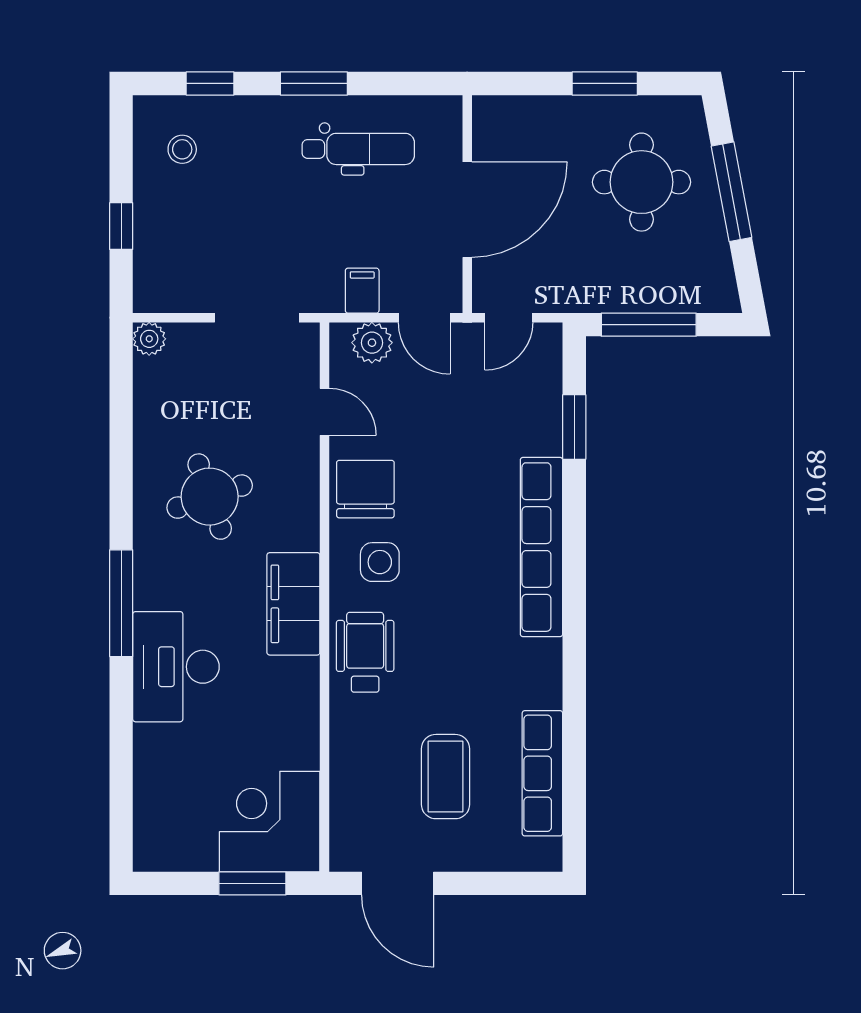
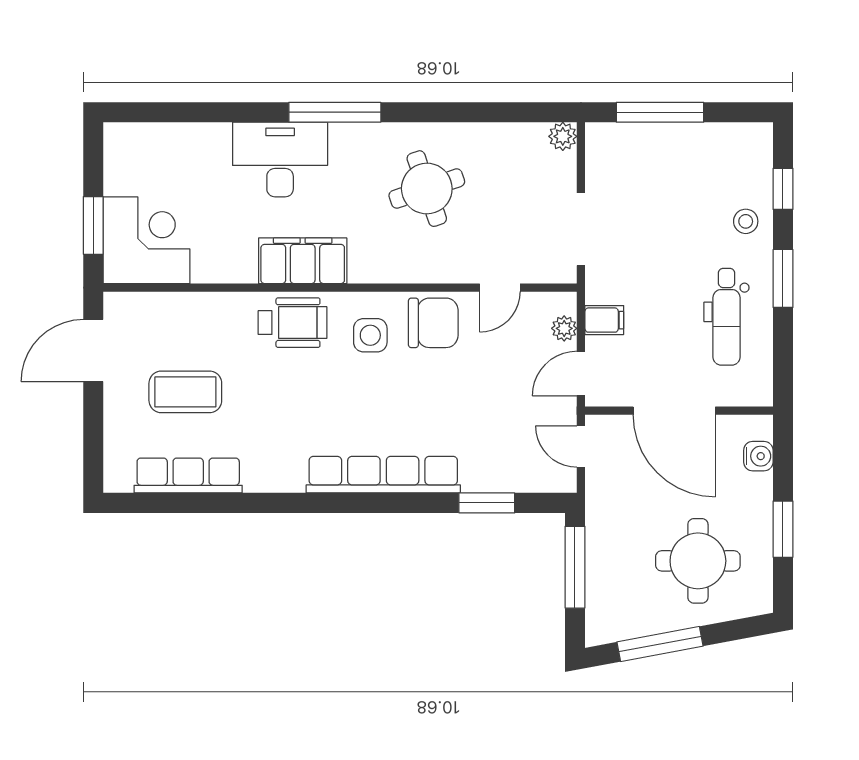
water cooler: (520, 112) -> (758, 456), added
stool: (182, 149) -> (746, 221), moved
window: (731, 192) -> (660, 644), moved
window: (121, 226) -> (660, 112), width x2.17
plant: (372, 343) -> (564, 328), width x0.73, depth x0.73
filing cabinet: (293, 604) -> (303, 261), moved

